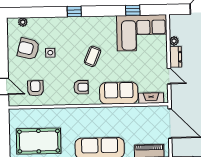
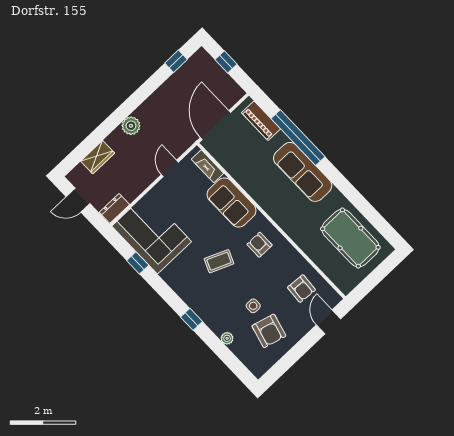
plant: (23, 22) -> (227, 338), moved
plant: (174, 41) -> (131, 195), removed
dresser: (176, 57) -> (114, 208), moved
armchair: (35, 88) -> (301, 289), turned -86

